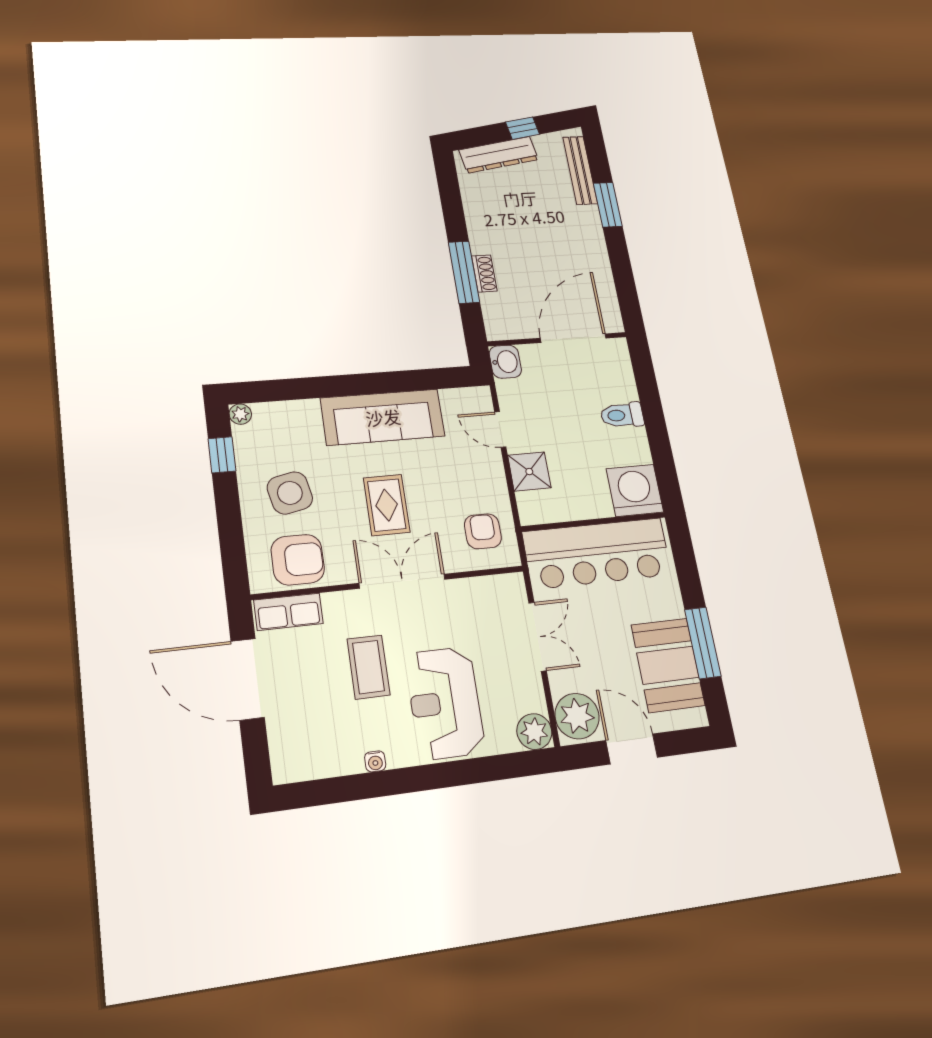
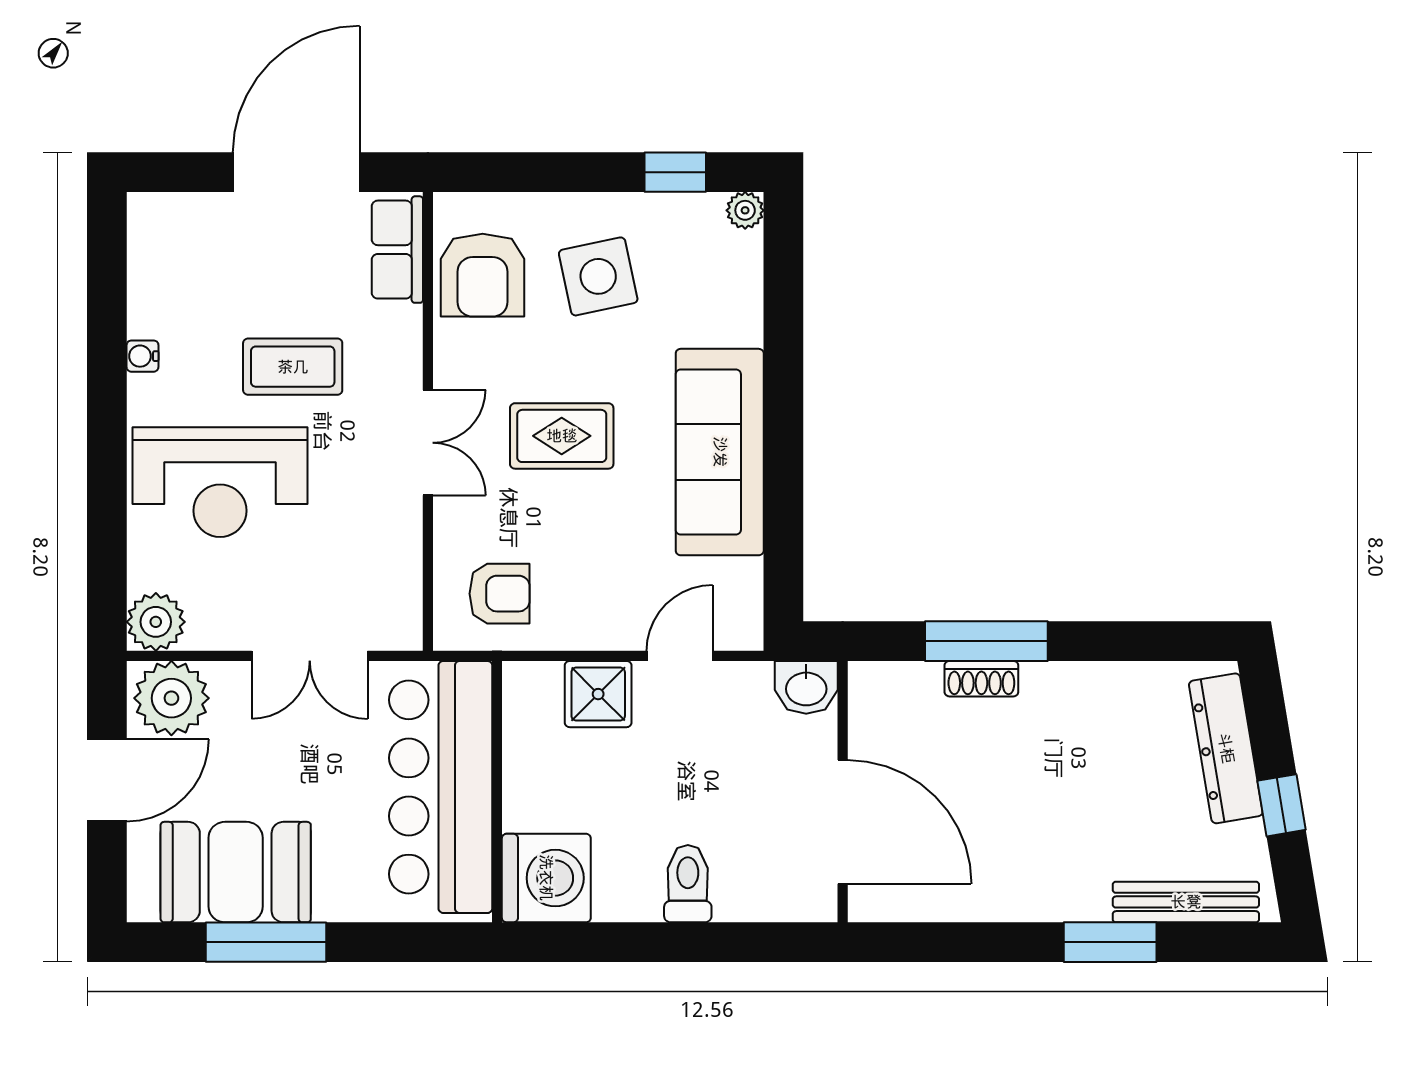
double door: (402, 581) -> (428, 443), width x0.73
reception desk: (445, 703) -> (220, 482), turned 180

